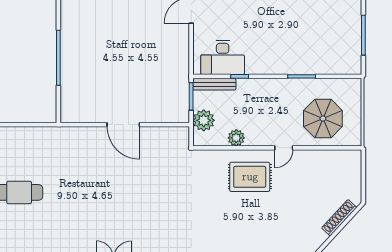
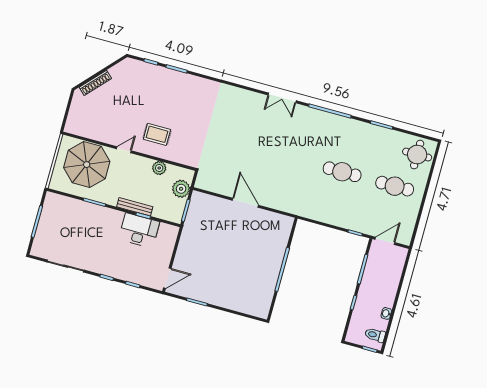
desk: (223, 58) -> (139, 230), moved
bench: (214, 84) -> (135, 207), moved
parasol: (323, 119) -> (87, 165), width x1.36, depth x1.36
rug: (250, 177) -> (157, 134), width x0.73, depth x0.70

